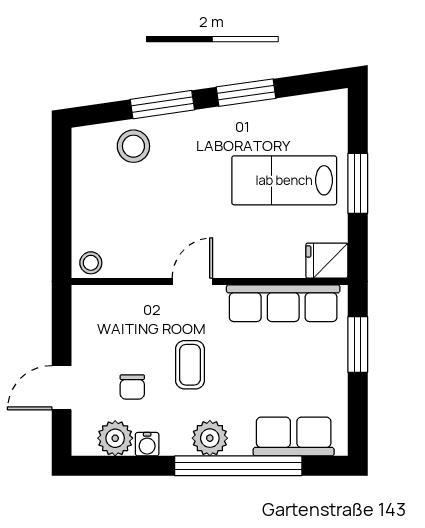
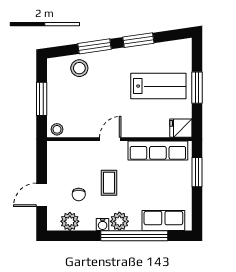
lab bench: (284, 180) -> (158, 86), turned 180
window: (62, 205) -> (42, 99), added
water cooler: (147, 444) -> (103, 224), moved

